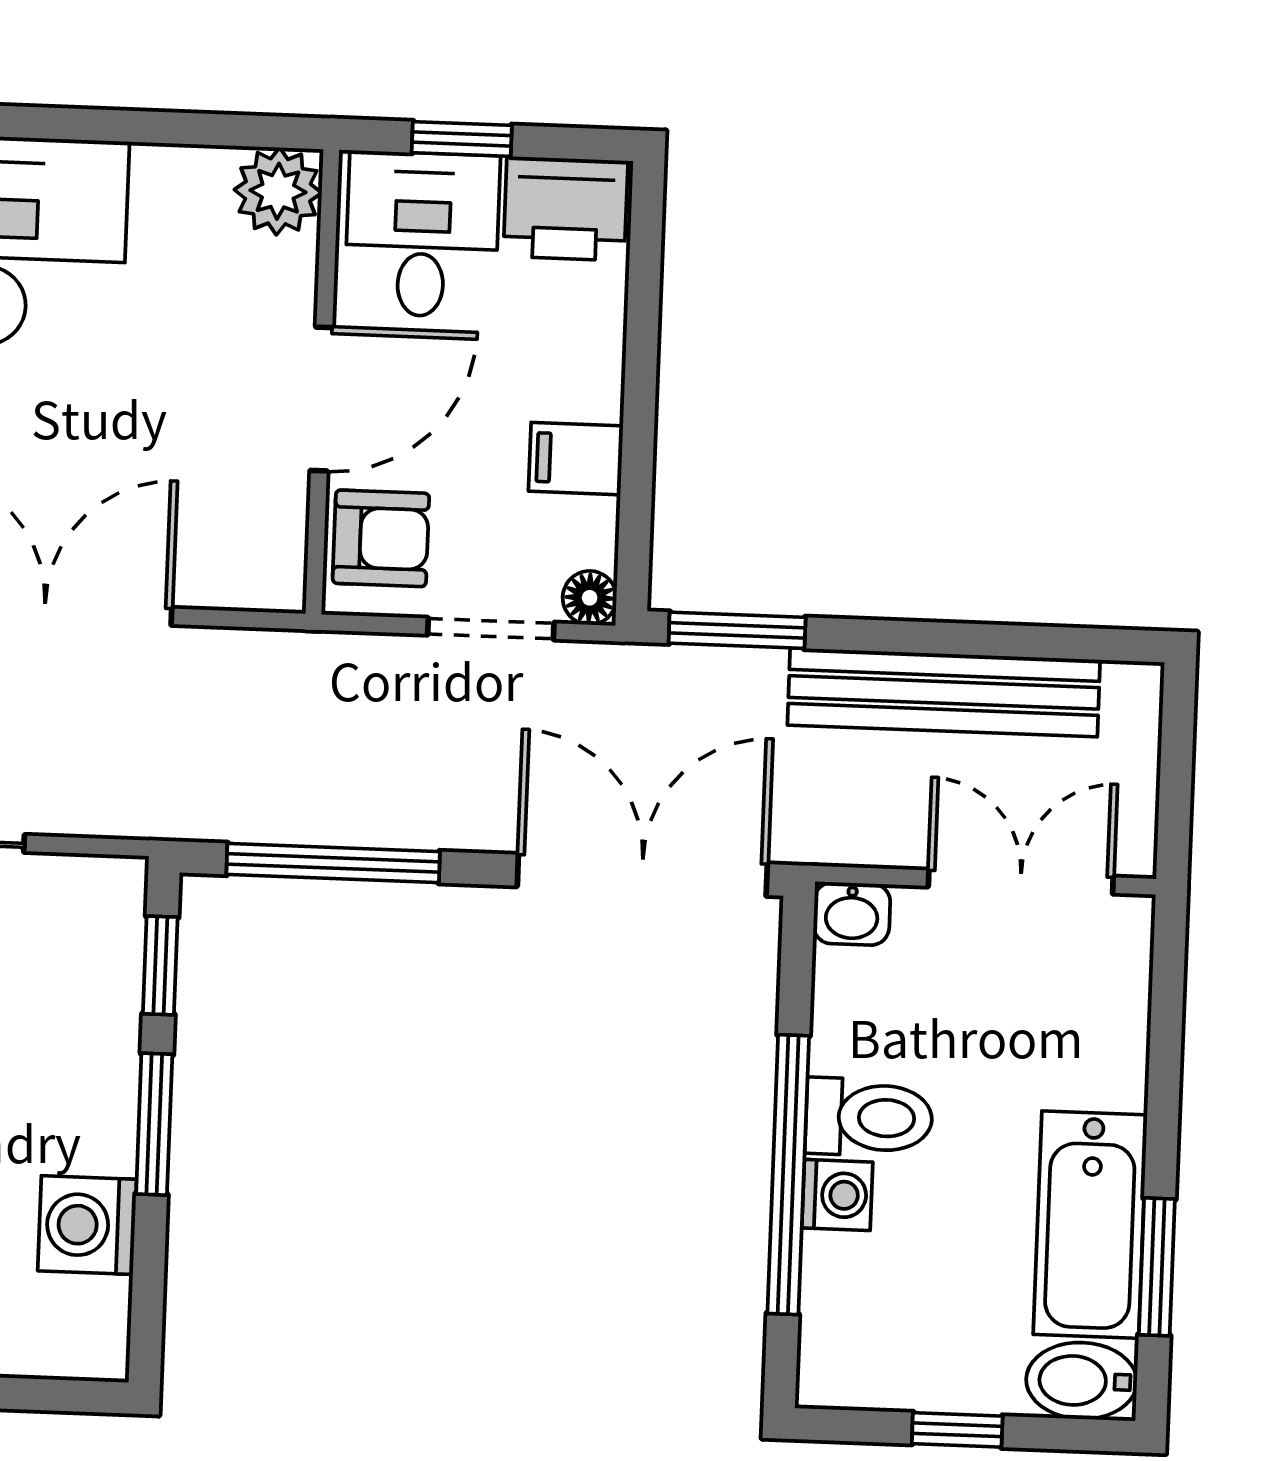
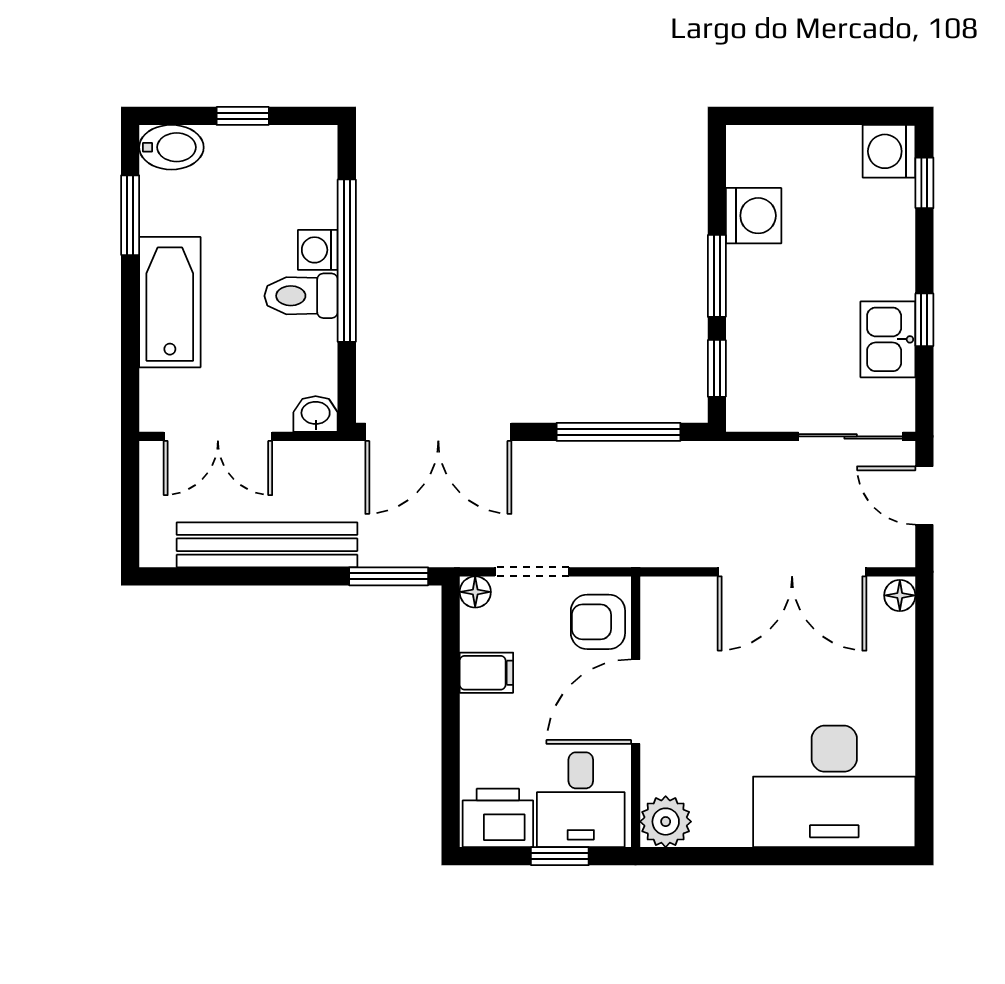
bathtub: (1090, 1225) -> (170, 302), moved

